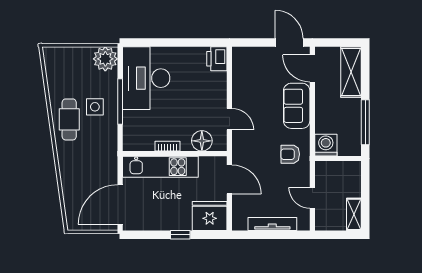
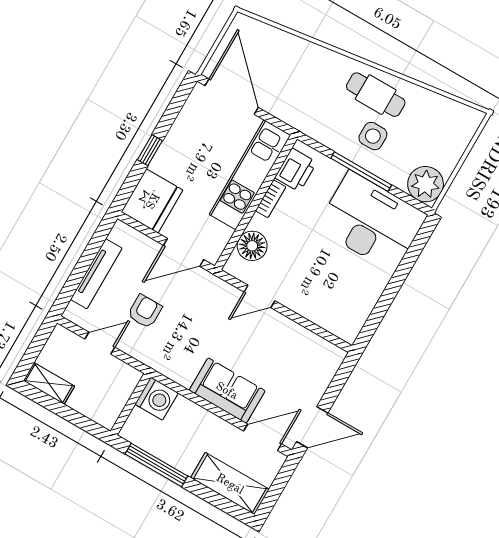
printer: (217, 59) -> (296, 170), moved, turned 90
armchair: (290, 154) -> (145, 311), moved

